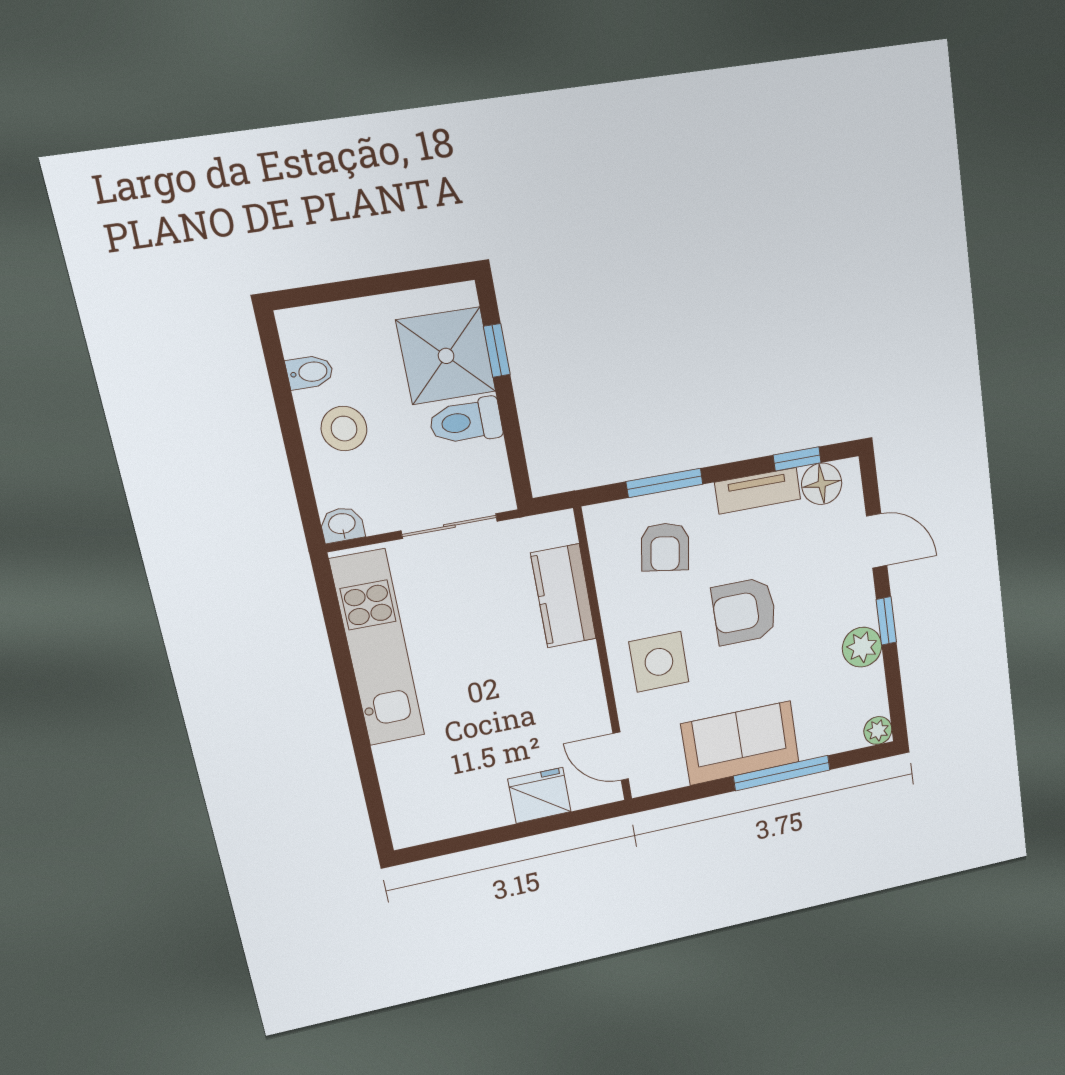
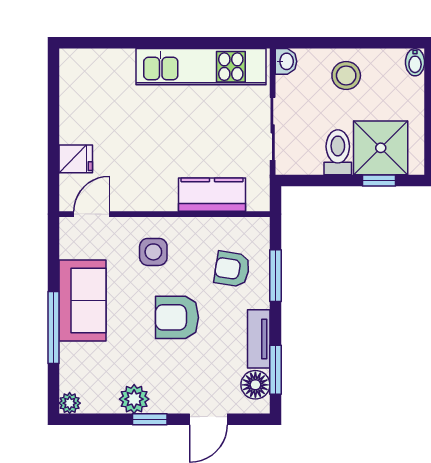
bidet: (310, 372) -> (415, 62), moved
window: (797, 459) -> (275, 370), width x1.50
armchair: (744, 611) -> (177, 317), turned -90
side table: (659, 662) -> (153, 252), width x0.73, depth x0.73
fridge: (540, 795) -> (76, 159), width x0.72

